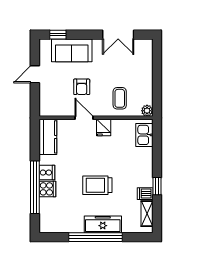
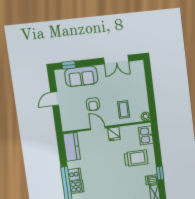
trolley: (97, 185) -> (136, 158), moved, turned 180

